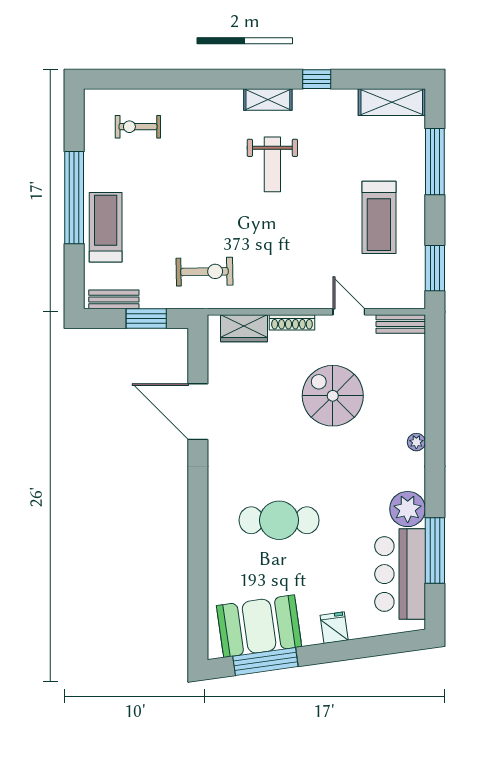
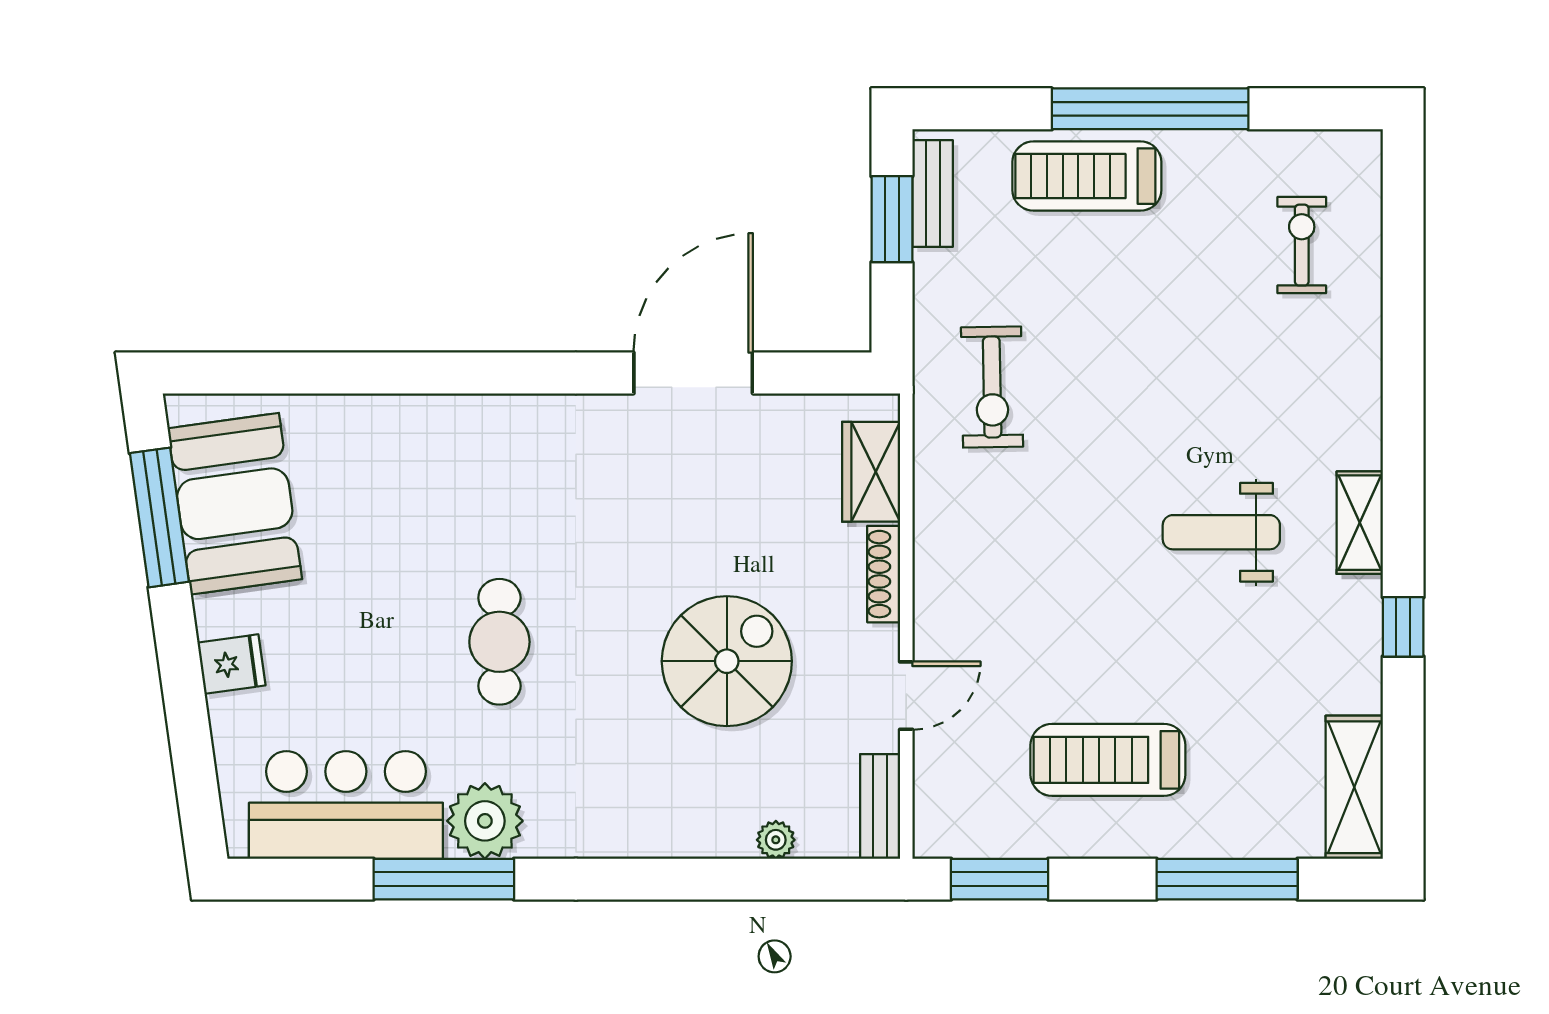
treadmill: (106, 227) -> (1087, 176), turned 180
window: (146, 318) -> (892, 219), moved
plant: (416, 442) -> (776, 840), moved
cafe table: (279, 520) -> (499, 642), moved, width x0.73, depth x0.74
window: (435, 551) -> (444, 879), moved

